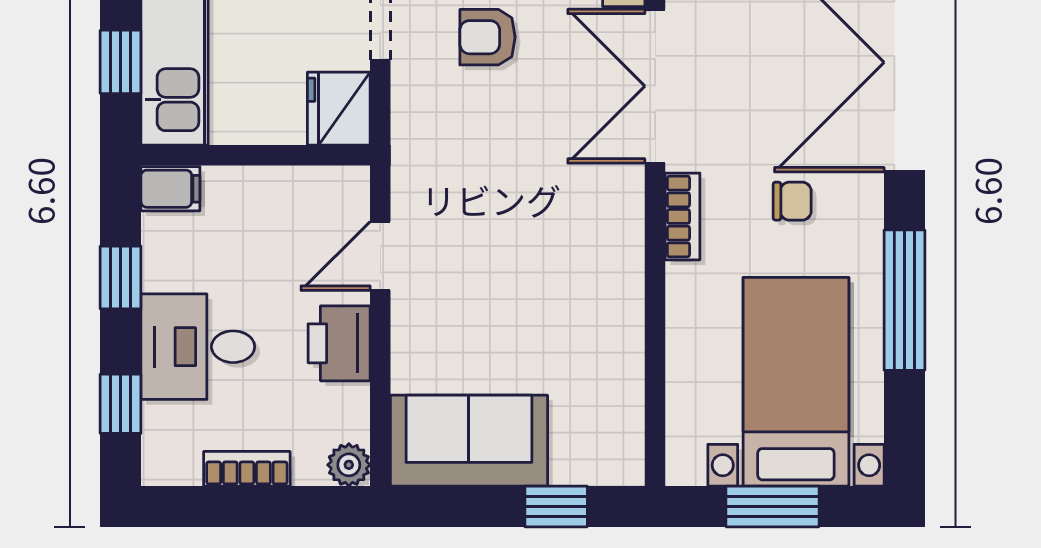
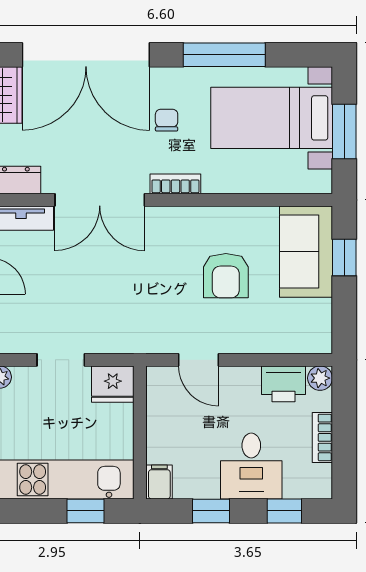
armchair: (488, 37) -> (226, 276), moved, width x1.38, depth x1.38
printer: (339, 343) -> (283, 384), moved
sofa: (469, 441) -> (306, 252), moved

